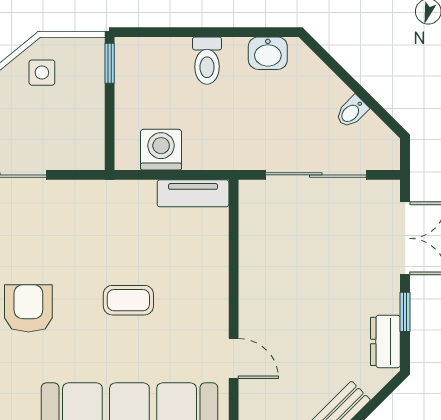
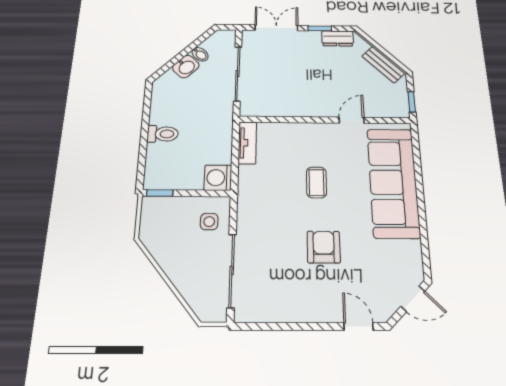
washbasin: (268, 53) -> (186, 67), moved, turned 45
side table: (42, 73) -> (209, 222), moved
washing machine: (161, 150) -> (218, 178), moved
armchair: (28, 308) -> (324, 247), turned 90

